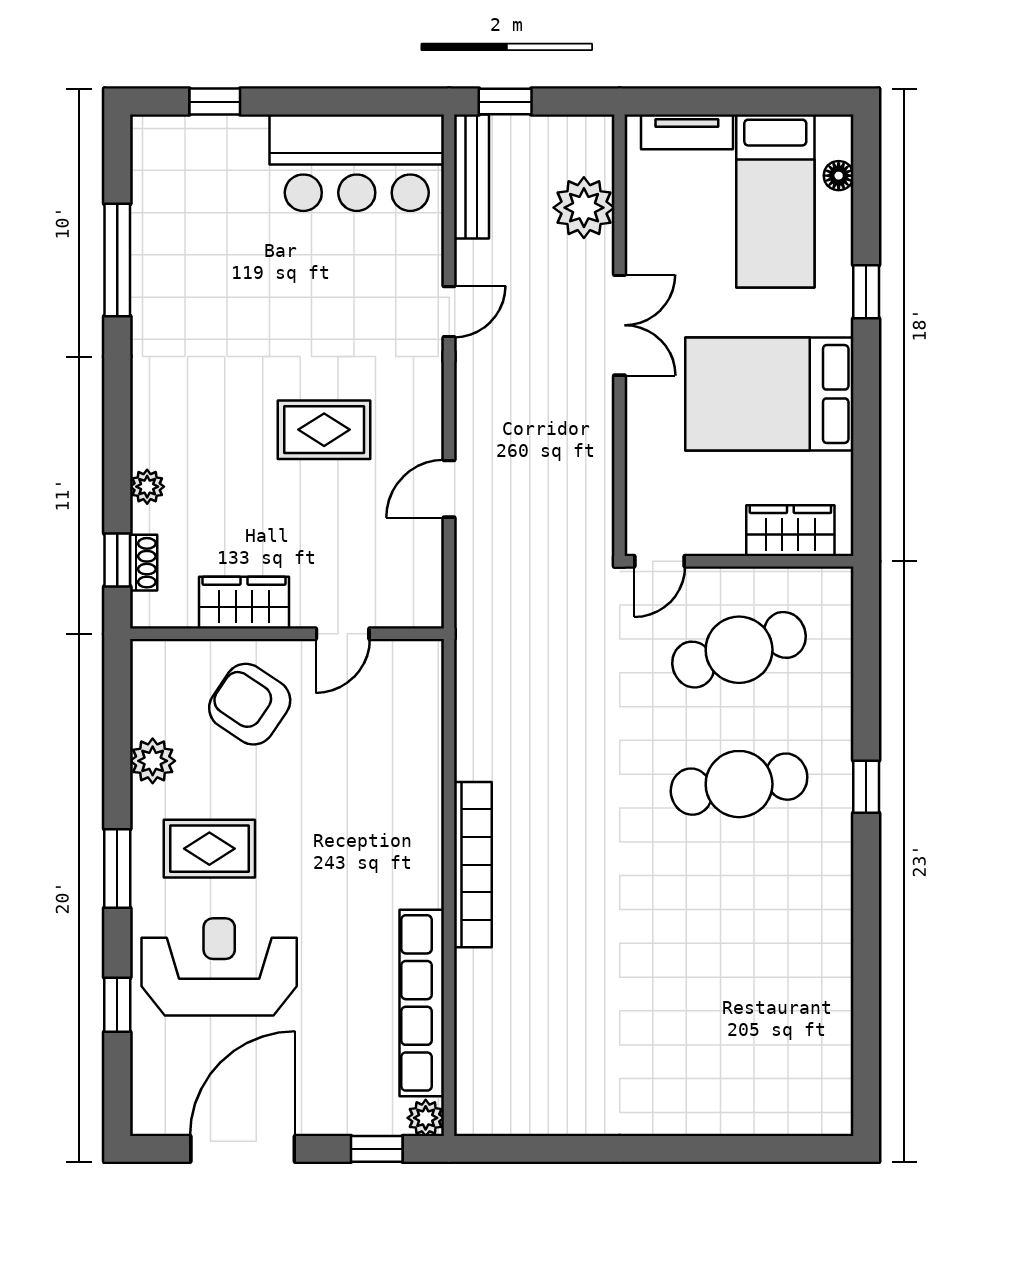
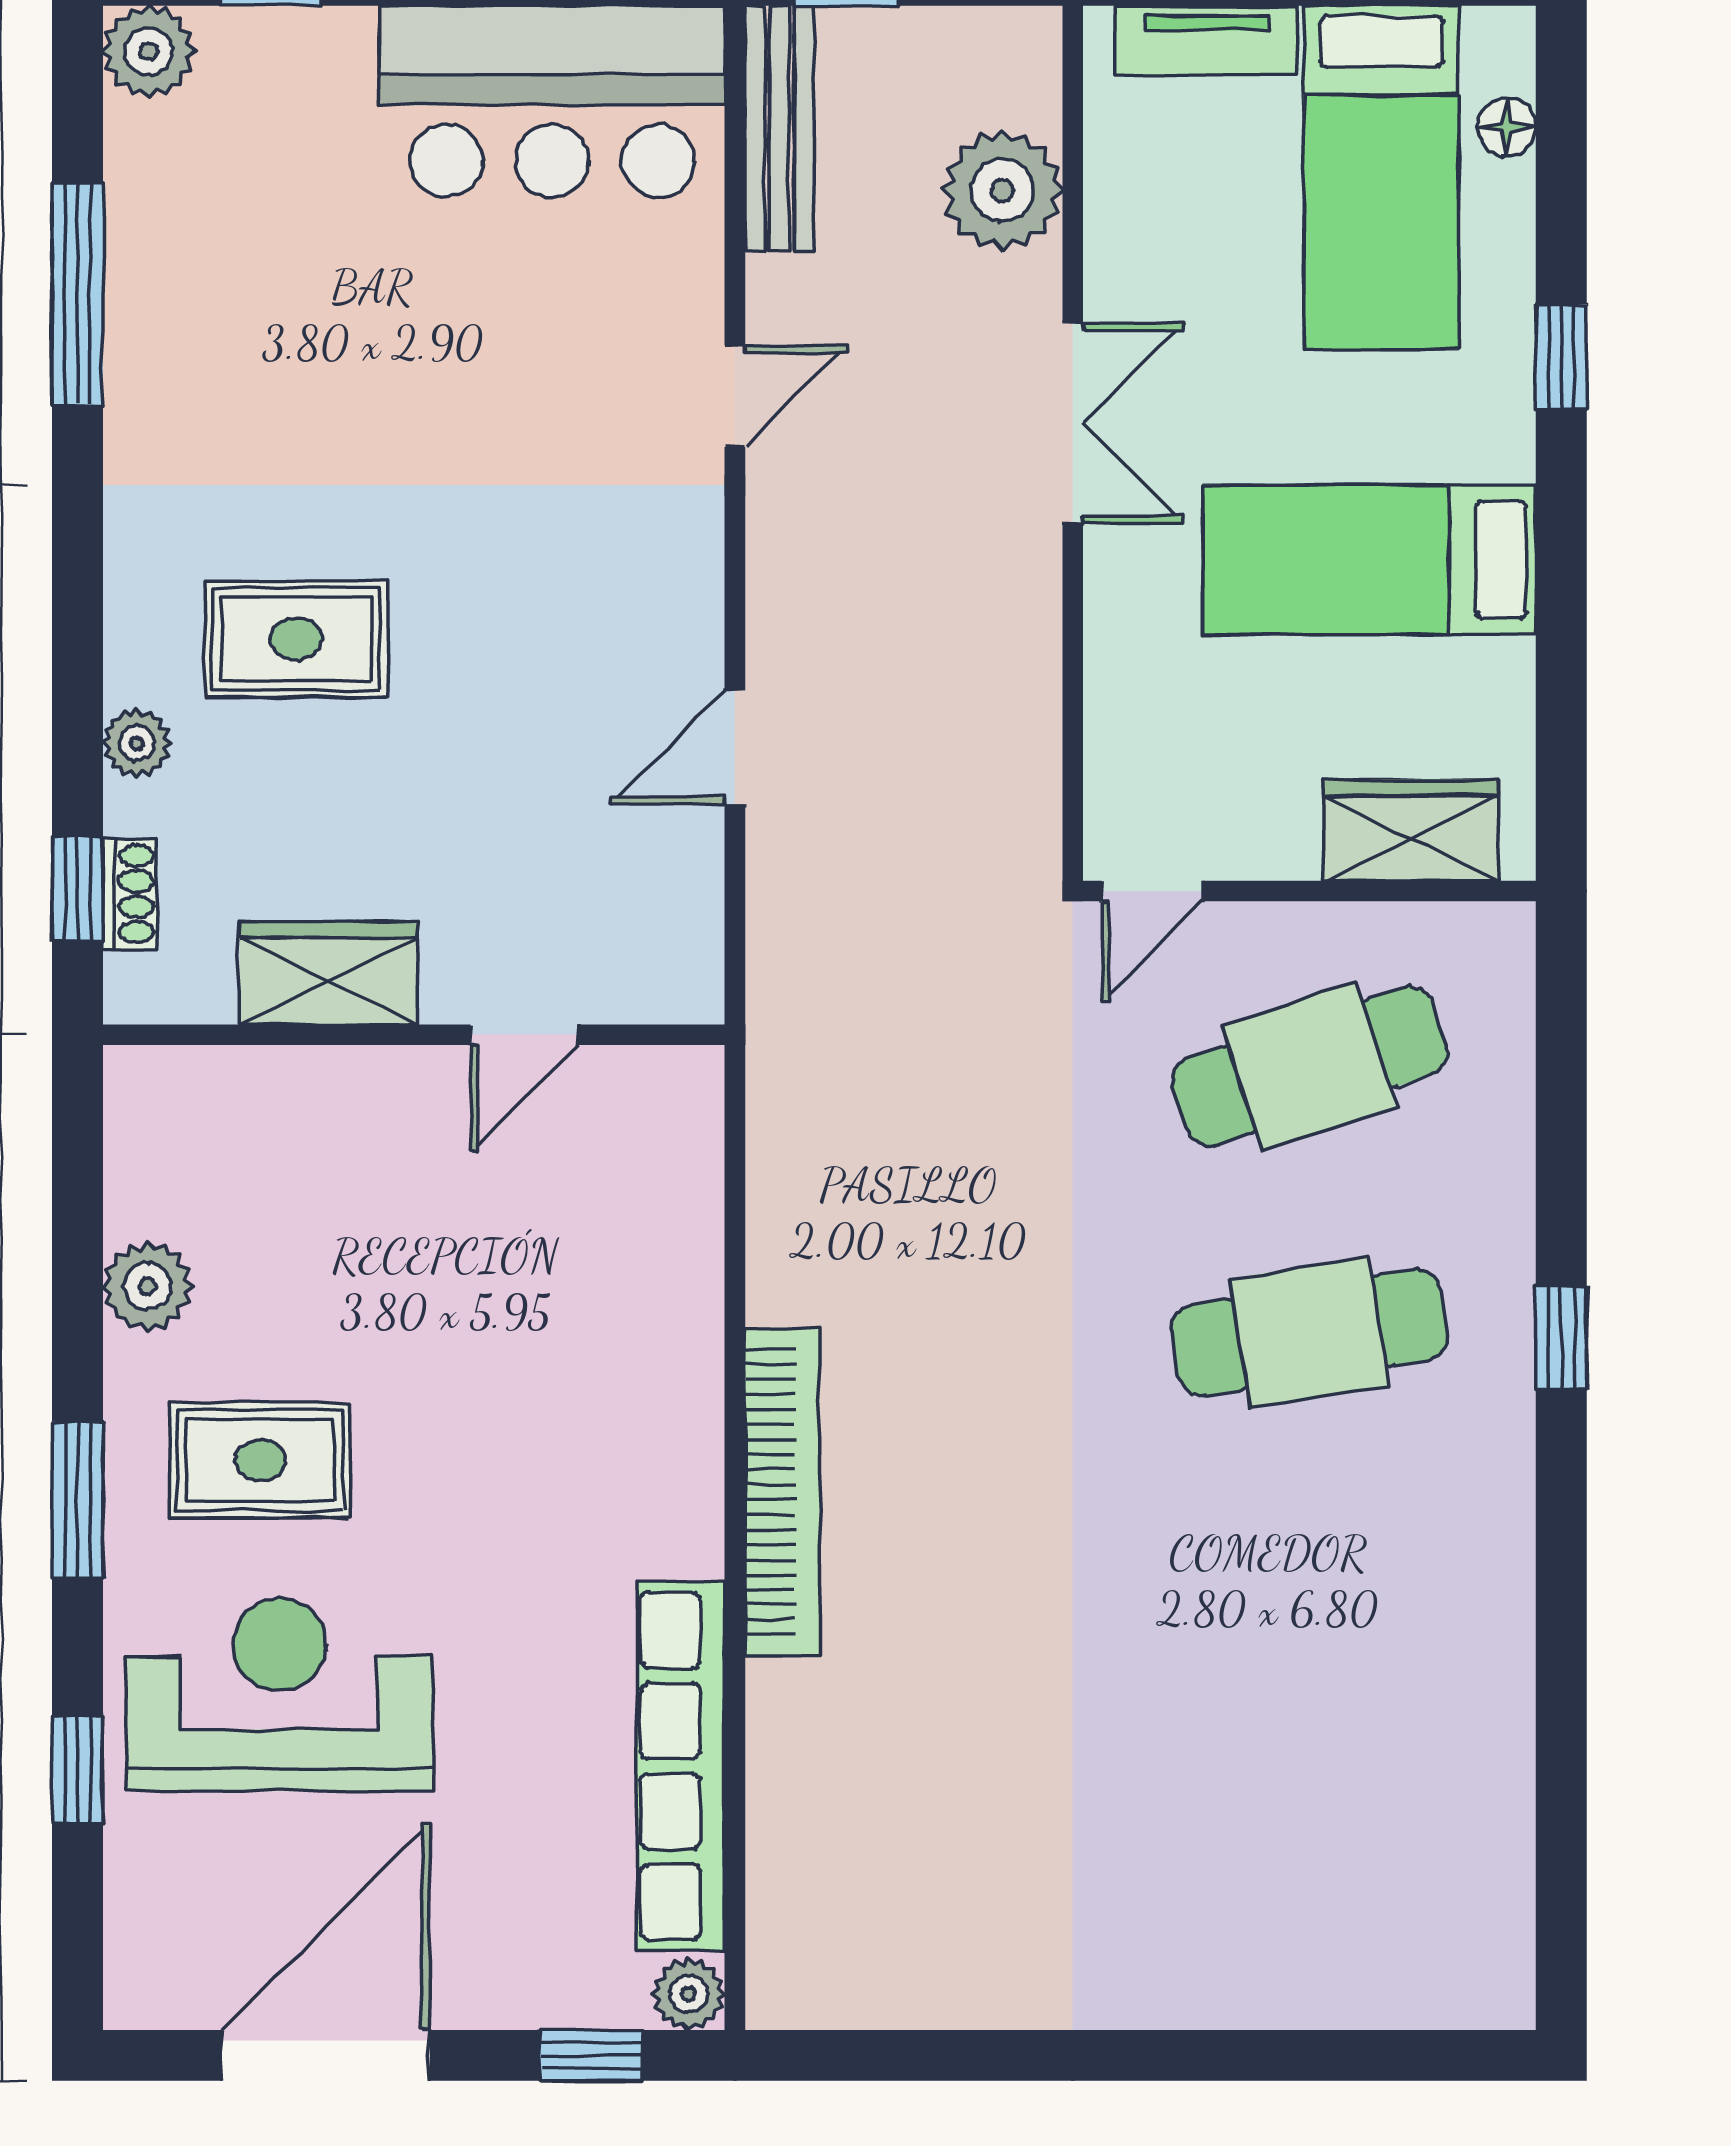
plant: (153, 137) -> (149, 51), added
bed: (769, 394) -> (1369, 560), width x0.67
rug: (324, 430) -> (296, 639), moved
armchair: (250, 704) -> (340, 1174), removed

